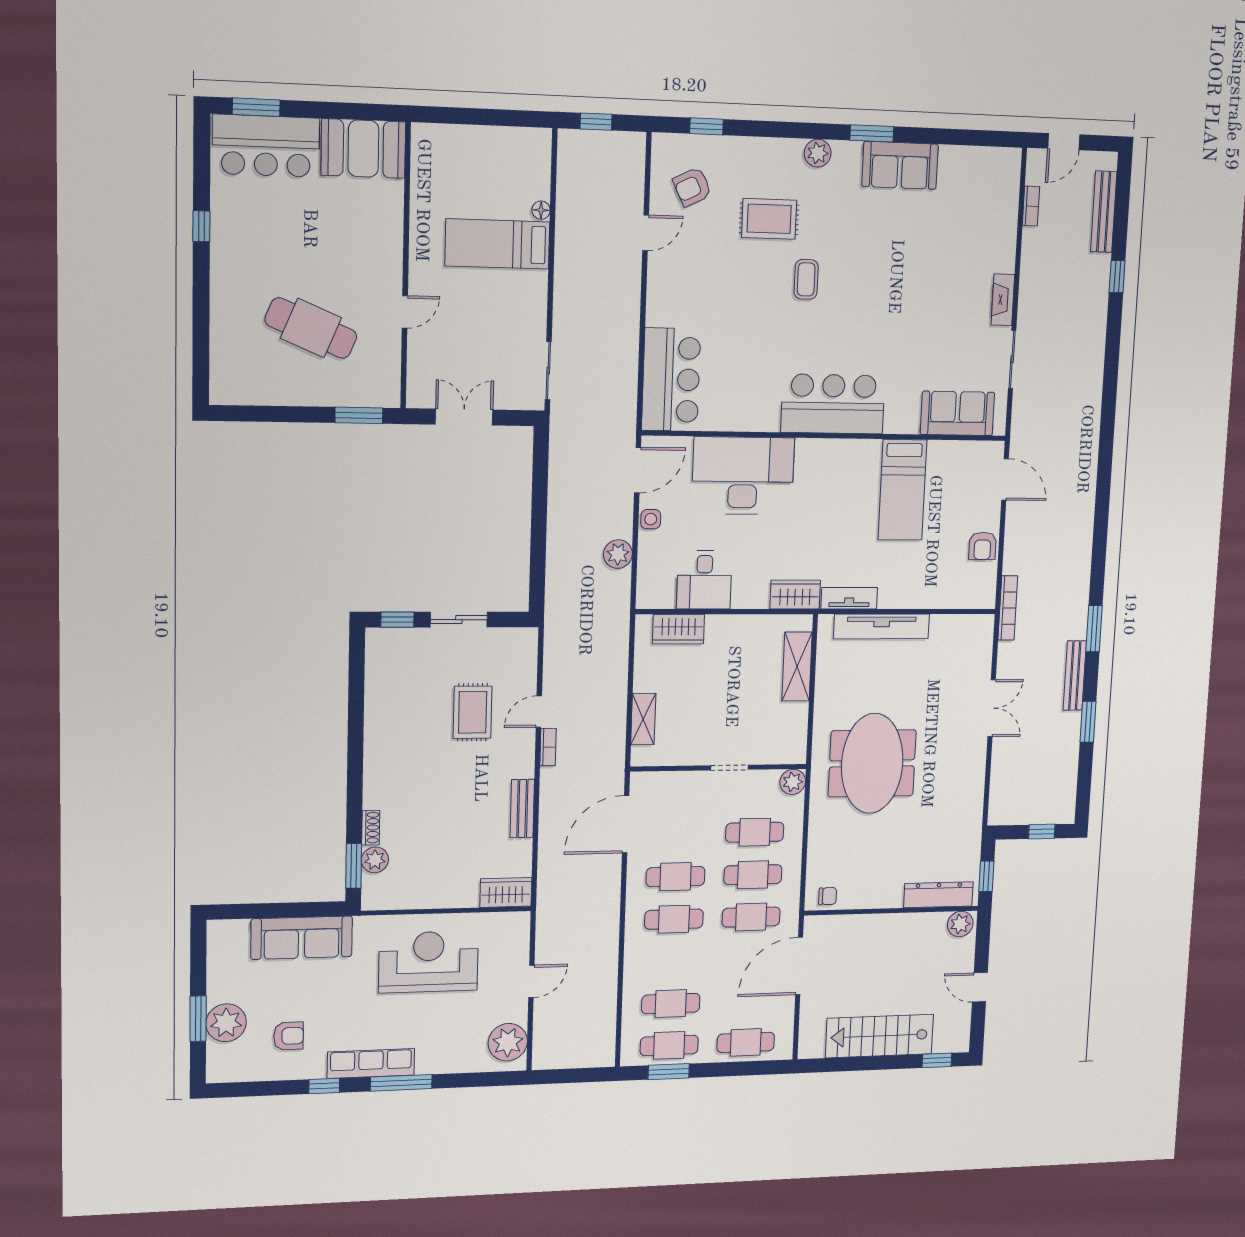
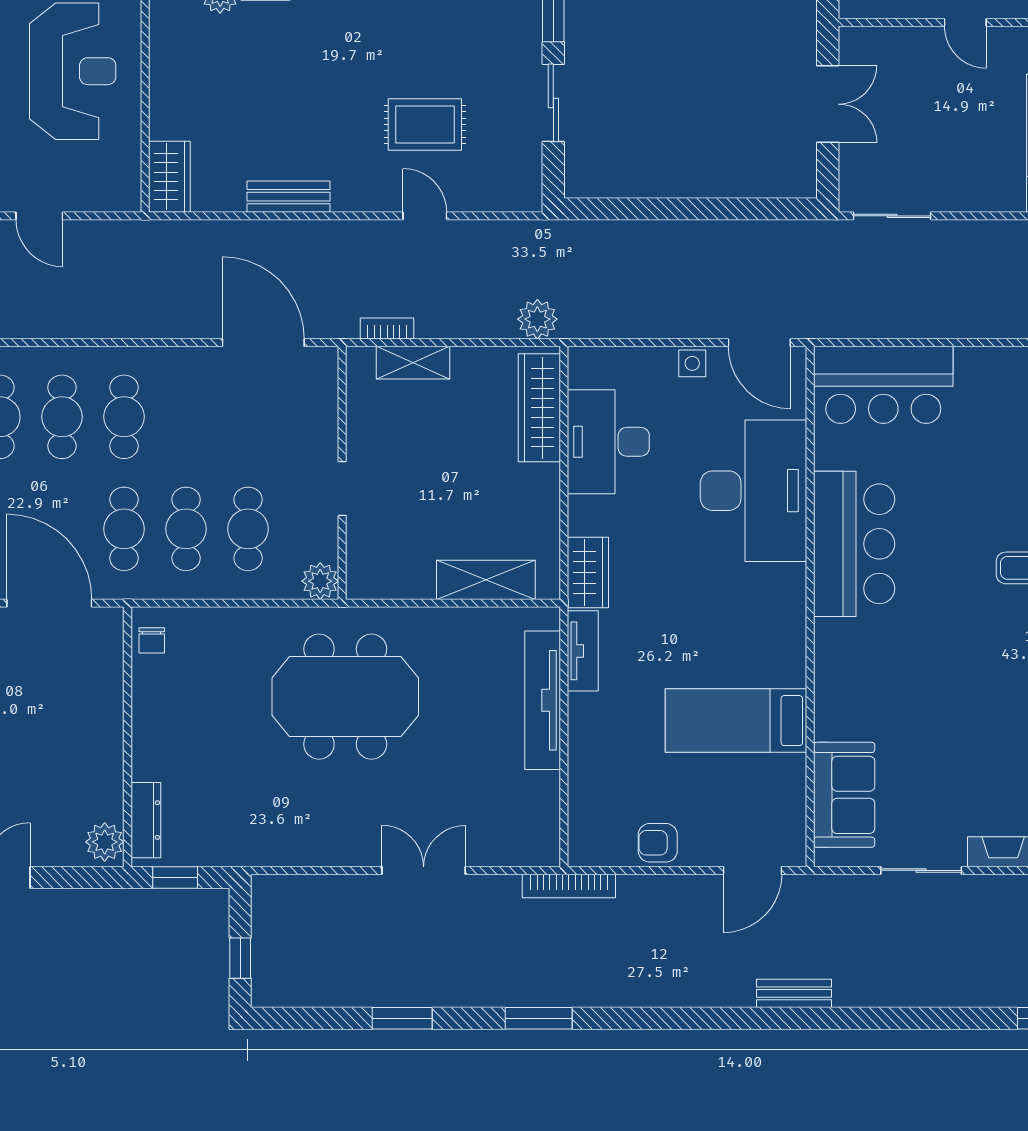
bar counter: (833, 404) -> (854, 544), moved
plant: (618, 554) -> (537, 319), moved
desk: (704, 580) -> (608, 442), width x1.37
wardrobe: (678, 629) -> (539, 408), width x1.50
bench: (1075, 676) -> (794, 993), moved, width x0.73
double door: (992, 708) -> (424, 870), swing flipped
bookcase: (548, 747) -> (387, 329), moved, turned 180
cafe table: (676, 877) -> (62, 417), moved
dresser: (938, 895) -> (146, 820), width x0.73, depth x0.80

